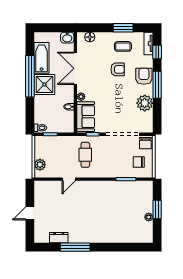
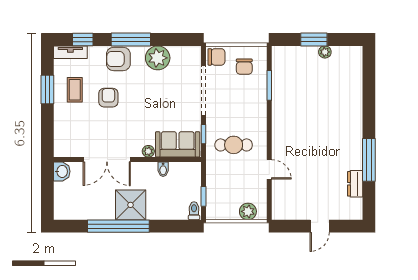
floor lamp: (90, 37) -> (61, 138), removed
bathtub: (42, 58) -> (92, 209), removed
door: (30, 213) -> (320, 226), hinge flipped

